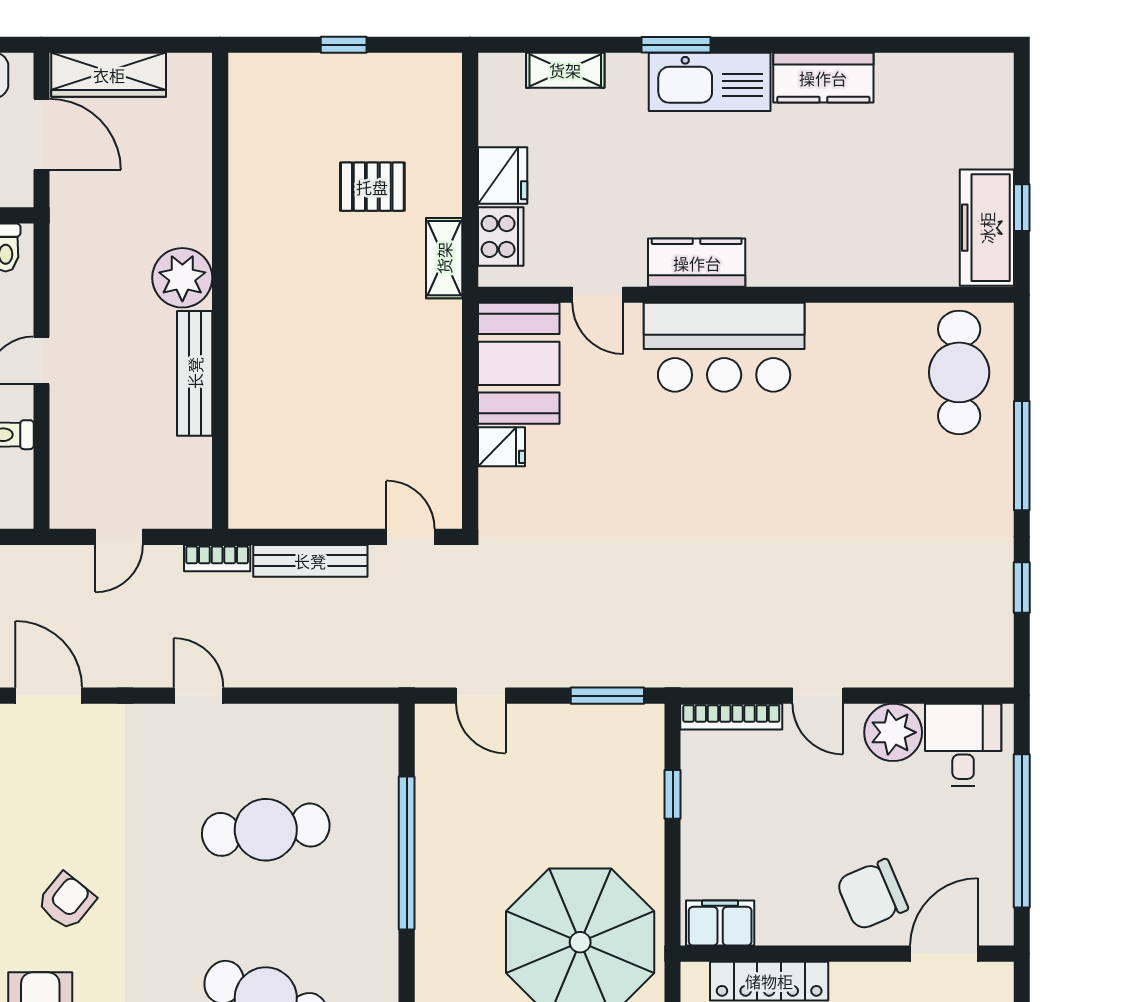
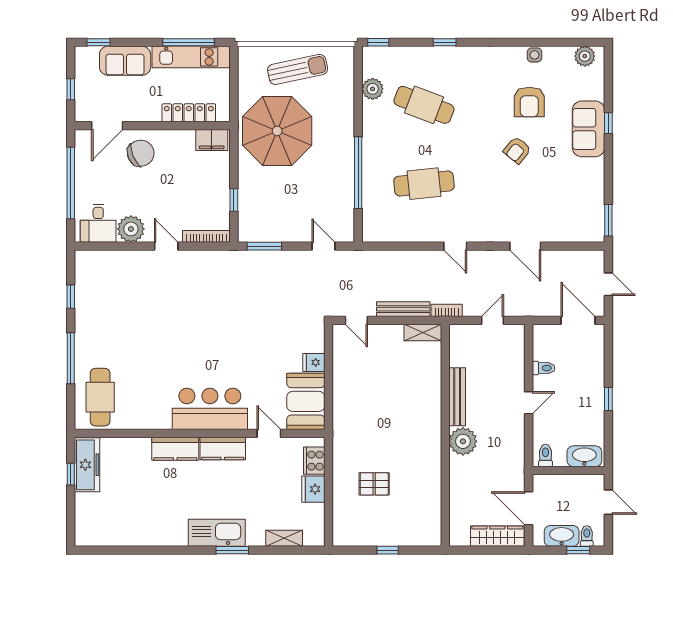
kitchen counter: (823, 78) -> (175, 449), moved, turned 180
shelving: (444, 258) -> (423, 332), moved, turned 90

